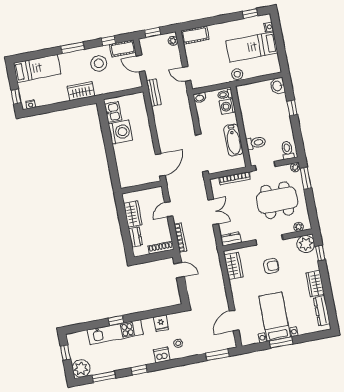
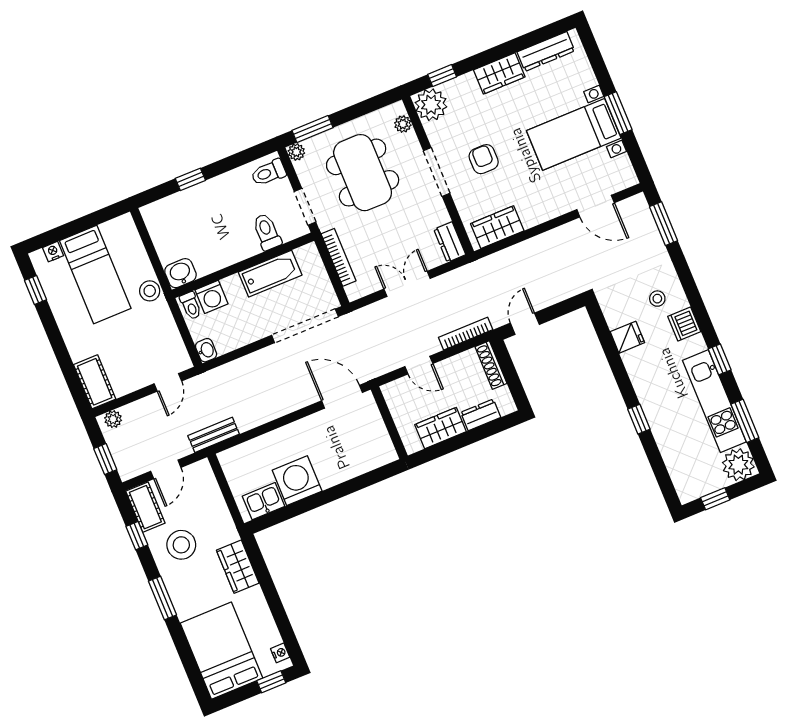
bed: (37, 68) -> (221, 651), width x1.50
washbasin: (278, 86) -> (180, 273), moved, turned 180
kitchen unit: (115, 332) -> (714, 401), moved, turned 180

